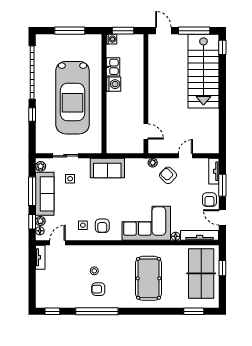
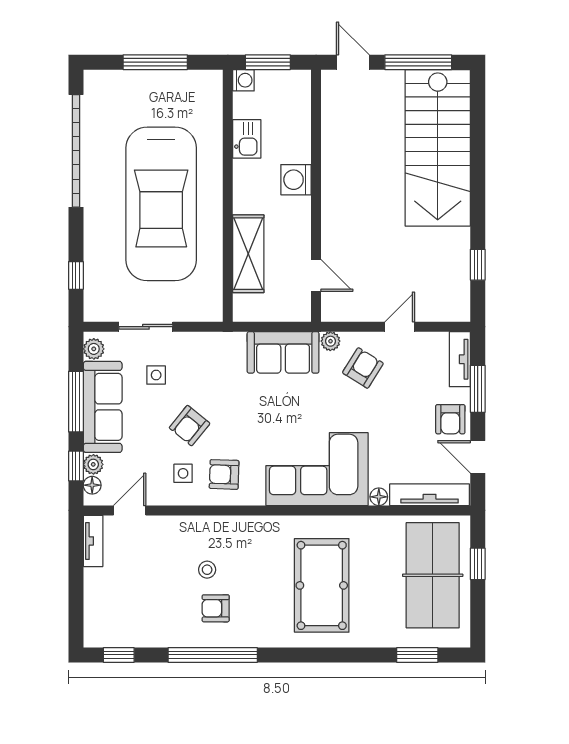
window: (222, 47) -> (478, 265), moved
washing machine: (114, 84) -> (296, 180), moved, turned 180
window: (32, 115) -> (76, 275), moved
shelving: (114, 121) -> (248, 254), added
sofa: (107, 168) -> (283, 352), moved
armchair: (168, 175) -> (363, 368), turned 78
armchair: (86, 203) -> (190, 426), added
armchair: (102, 226) -> (224, 474), turned 92

